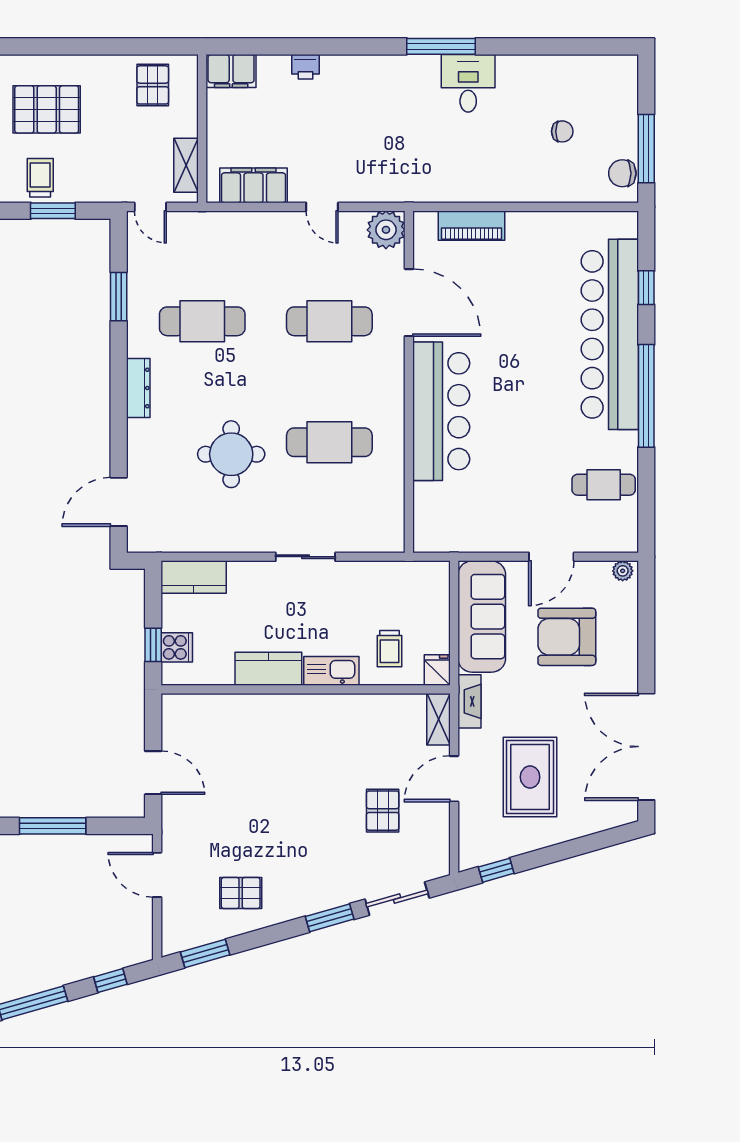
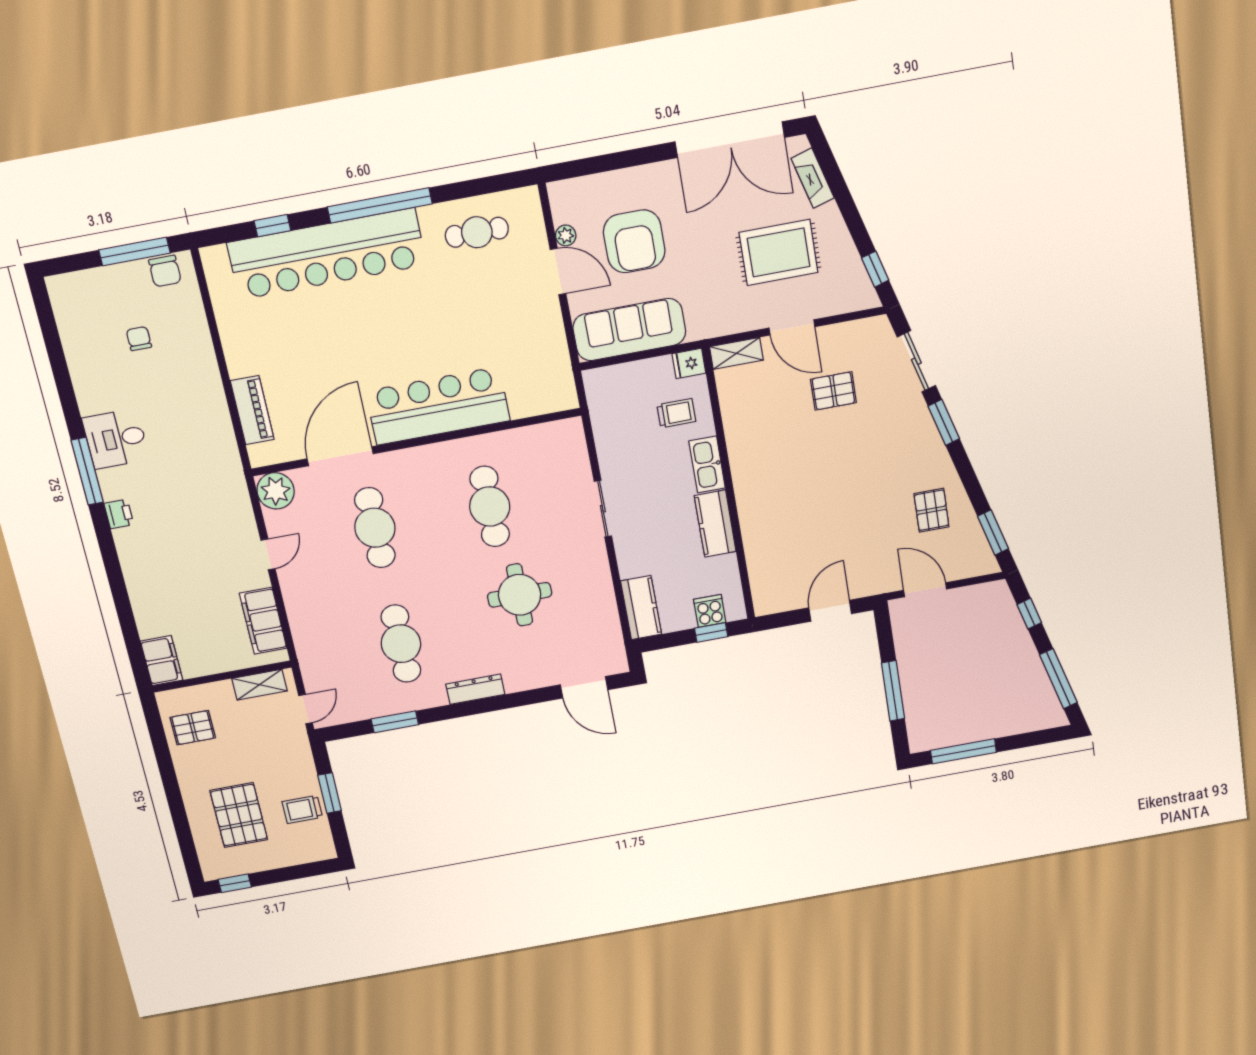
printer: (305, 67) -> (119, 514), moved
cafe table: (604, 485) -> (477, 232), turned 90
plant: (623, 571) -> (566, 235), moved
fireplace: (469, 701) -> (813, 178), moved, turned -106
door: (157, 875) -> (925, 590), swing flipped

